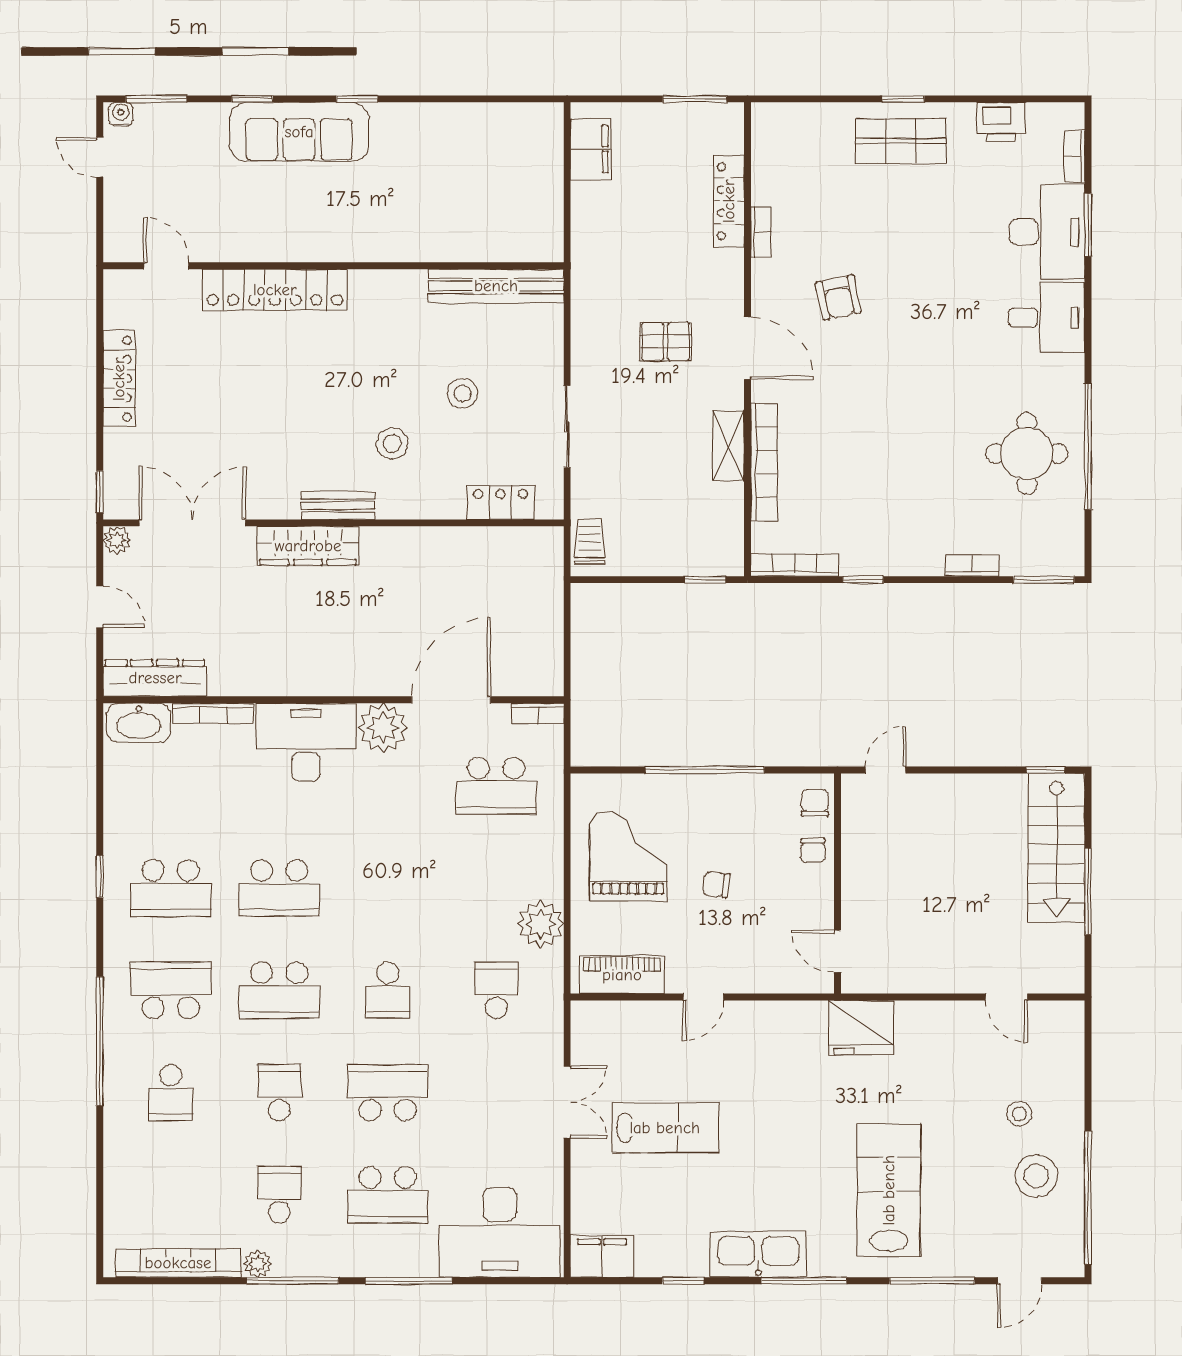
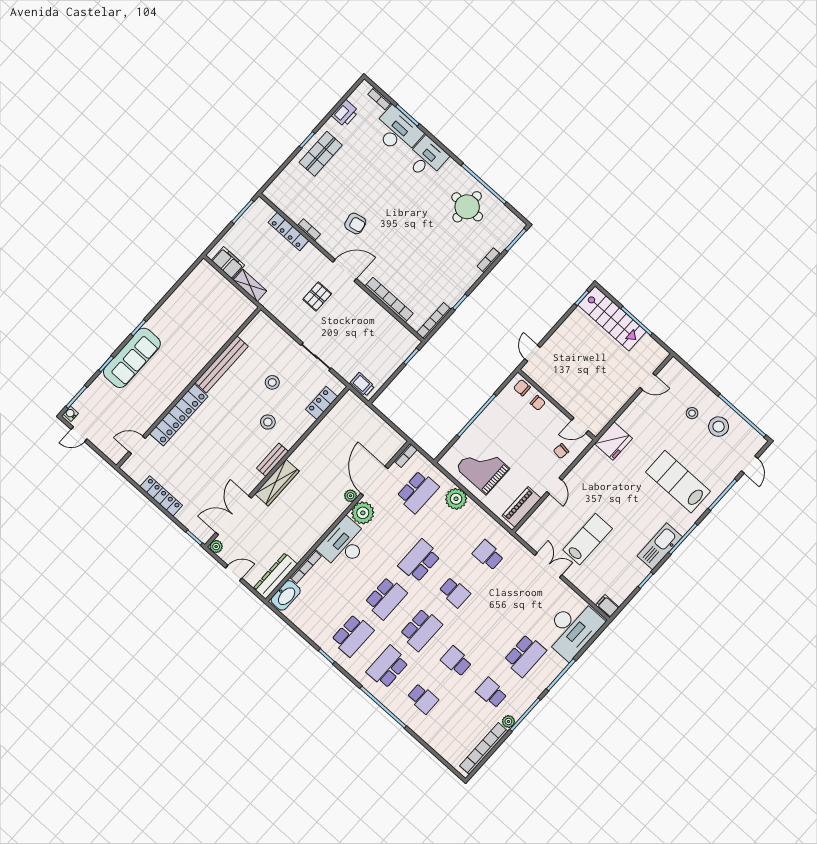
bench: (496, 286) -> (222, 365), moved
shelving: (728, 446) -> (250, 285), moved
plant: (393, 683) -> (351, 496), added
chair: (716, 885) -> (561, 451), moved
plant: (540, 924) -> (456, 499), moved
school desk: (388, 1093) -> (419, 561), moved
filing cabinet: (602, 1256) -> (607, 606), width x0.50

